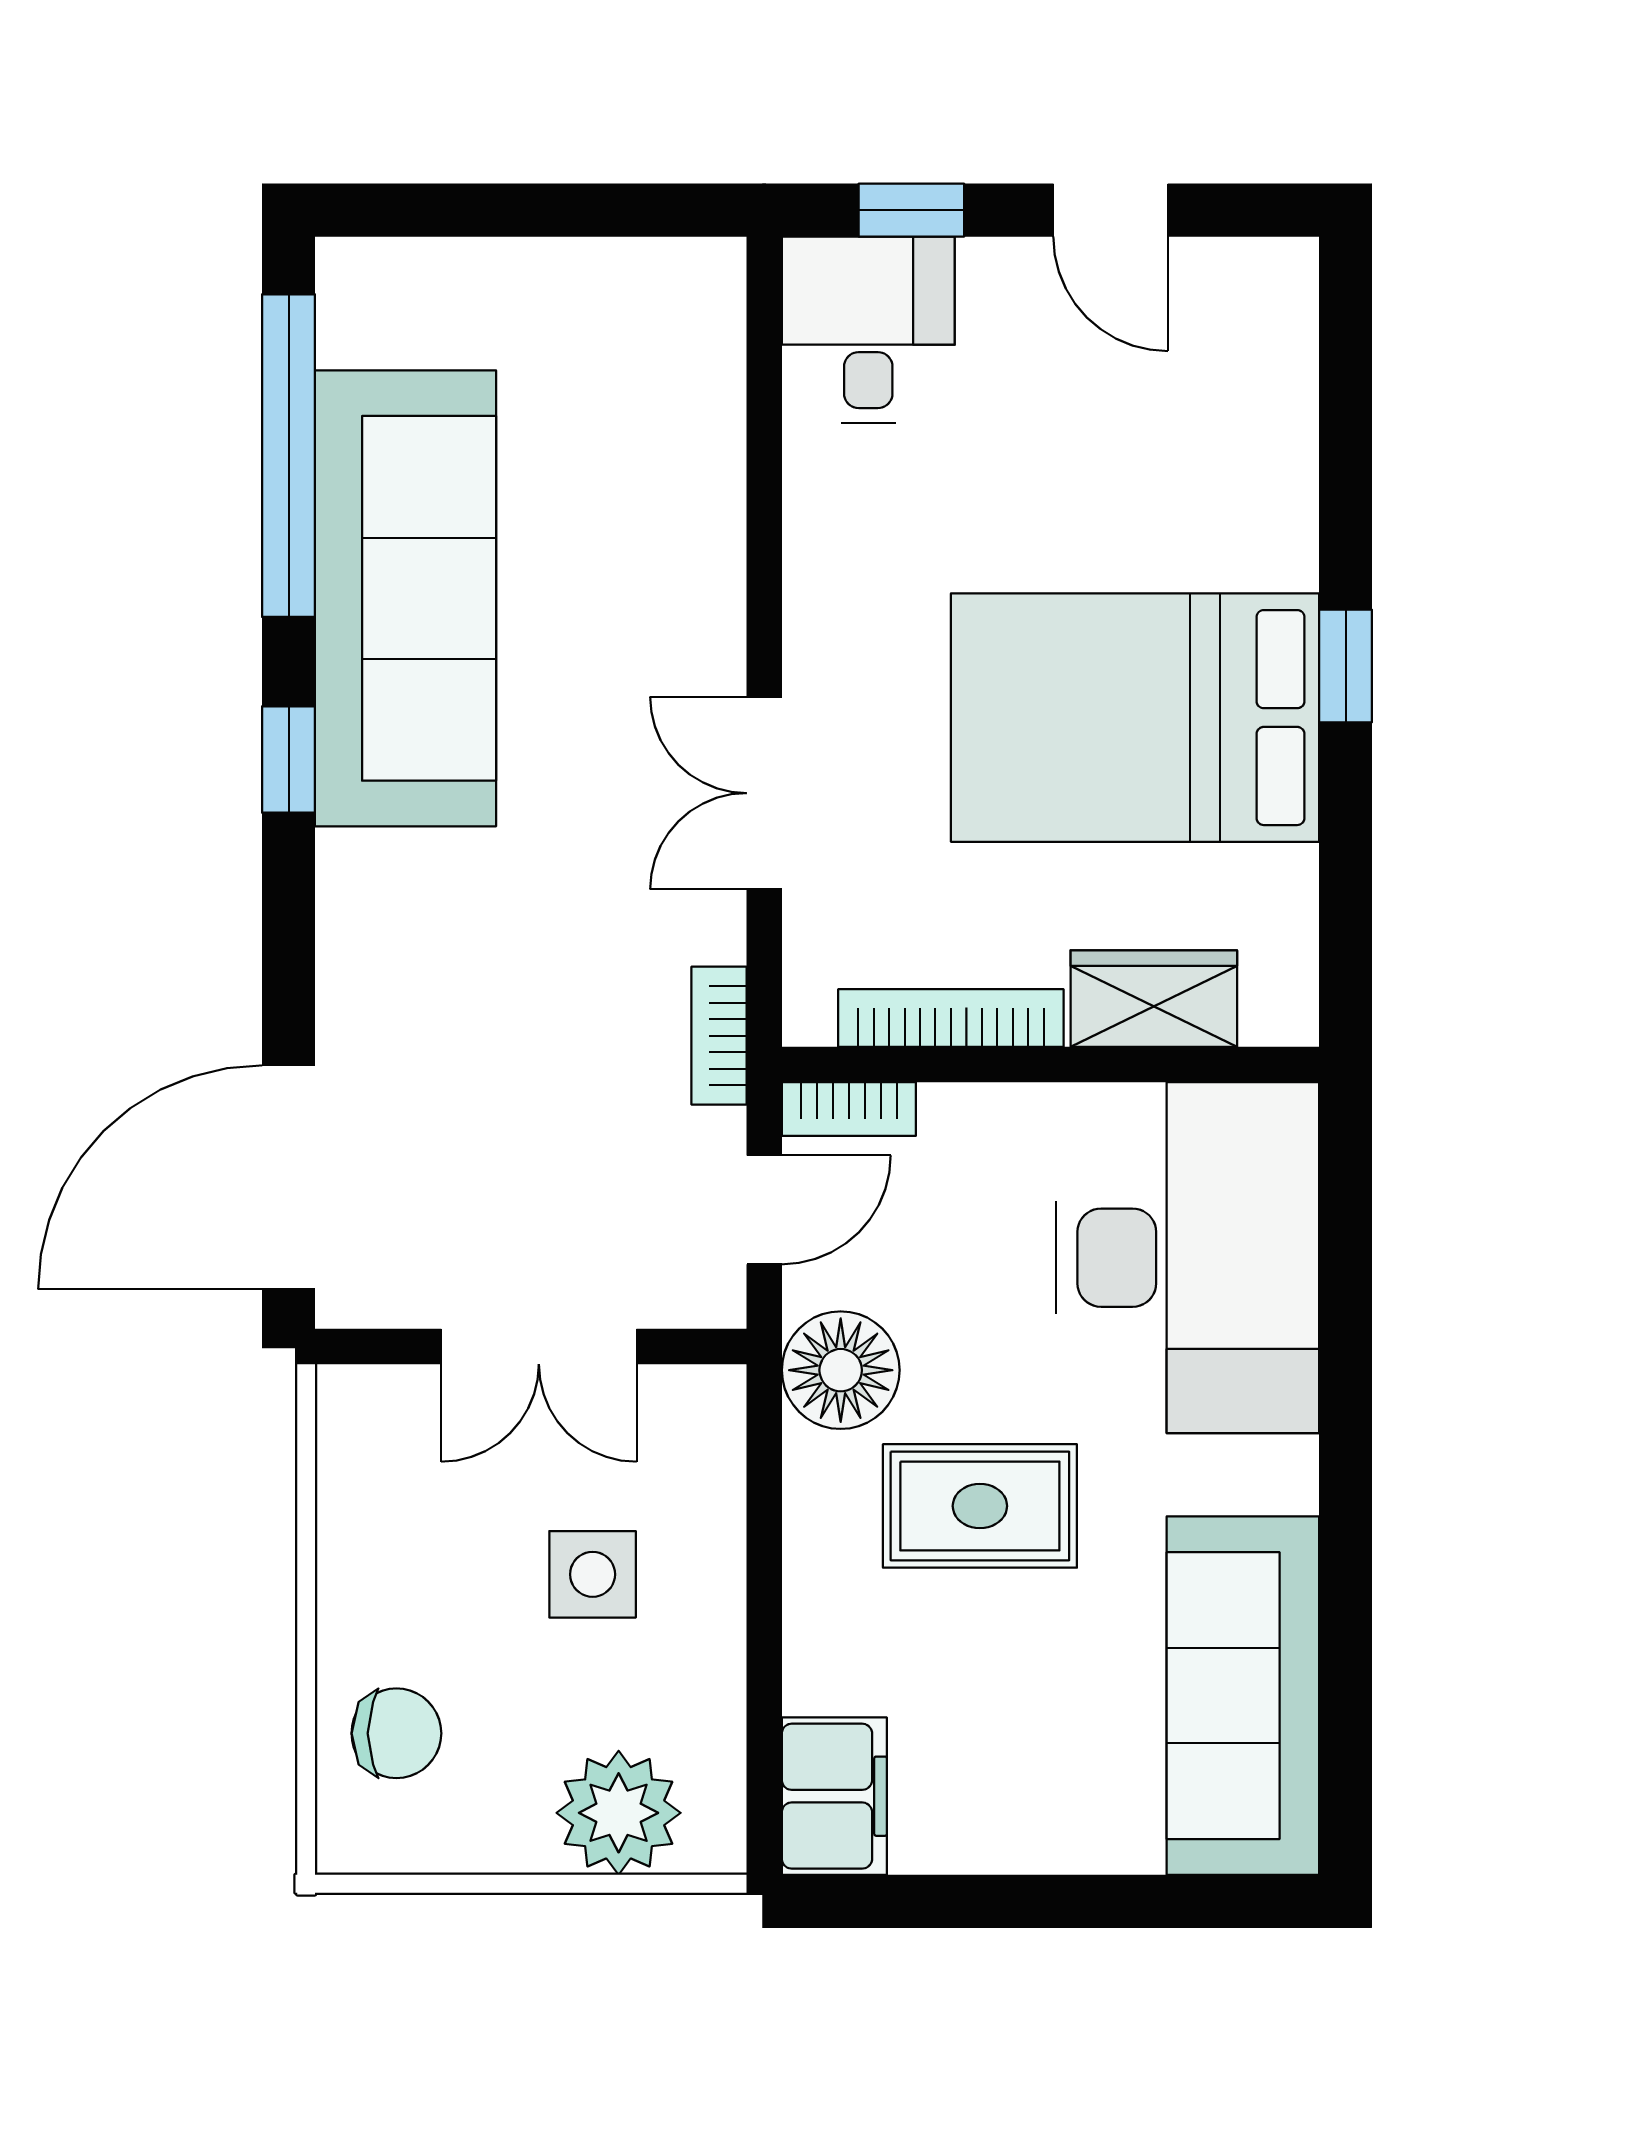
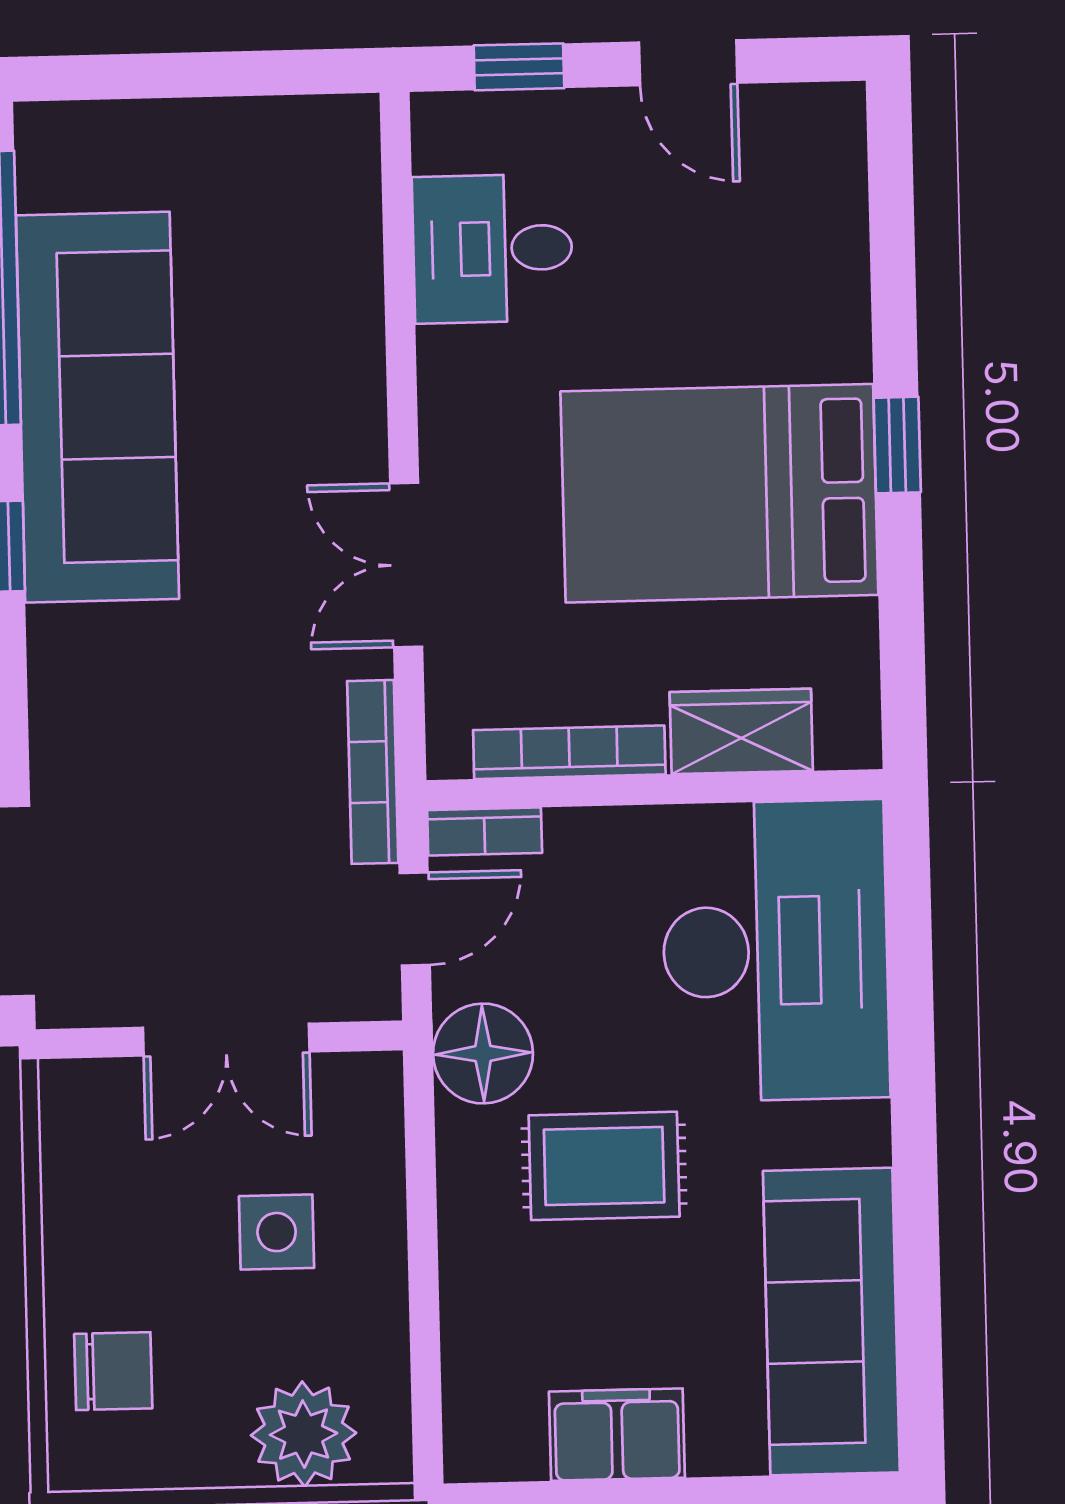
desk: (868, 330) -> (493, 249), moved, turned -90
bookcase: (719, 1036) -> (373, 772), width x1.56
filing cabinet: (834, 1796) -> (617, 1435), moved, turned -90

